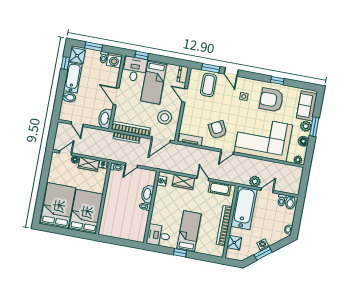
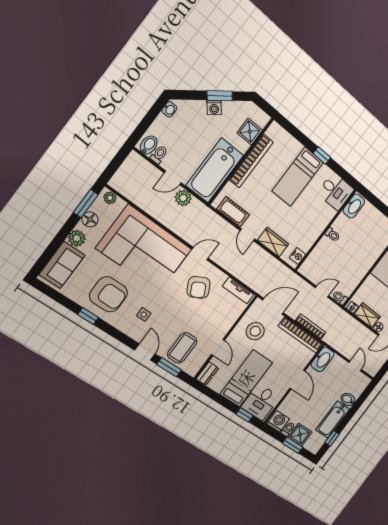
shower: (77, 56) -> (300, 435), moved
window: (314, 127) -> (86, 204), moved
washbasin: (147, 194) -> (354, 206), moved

